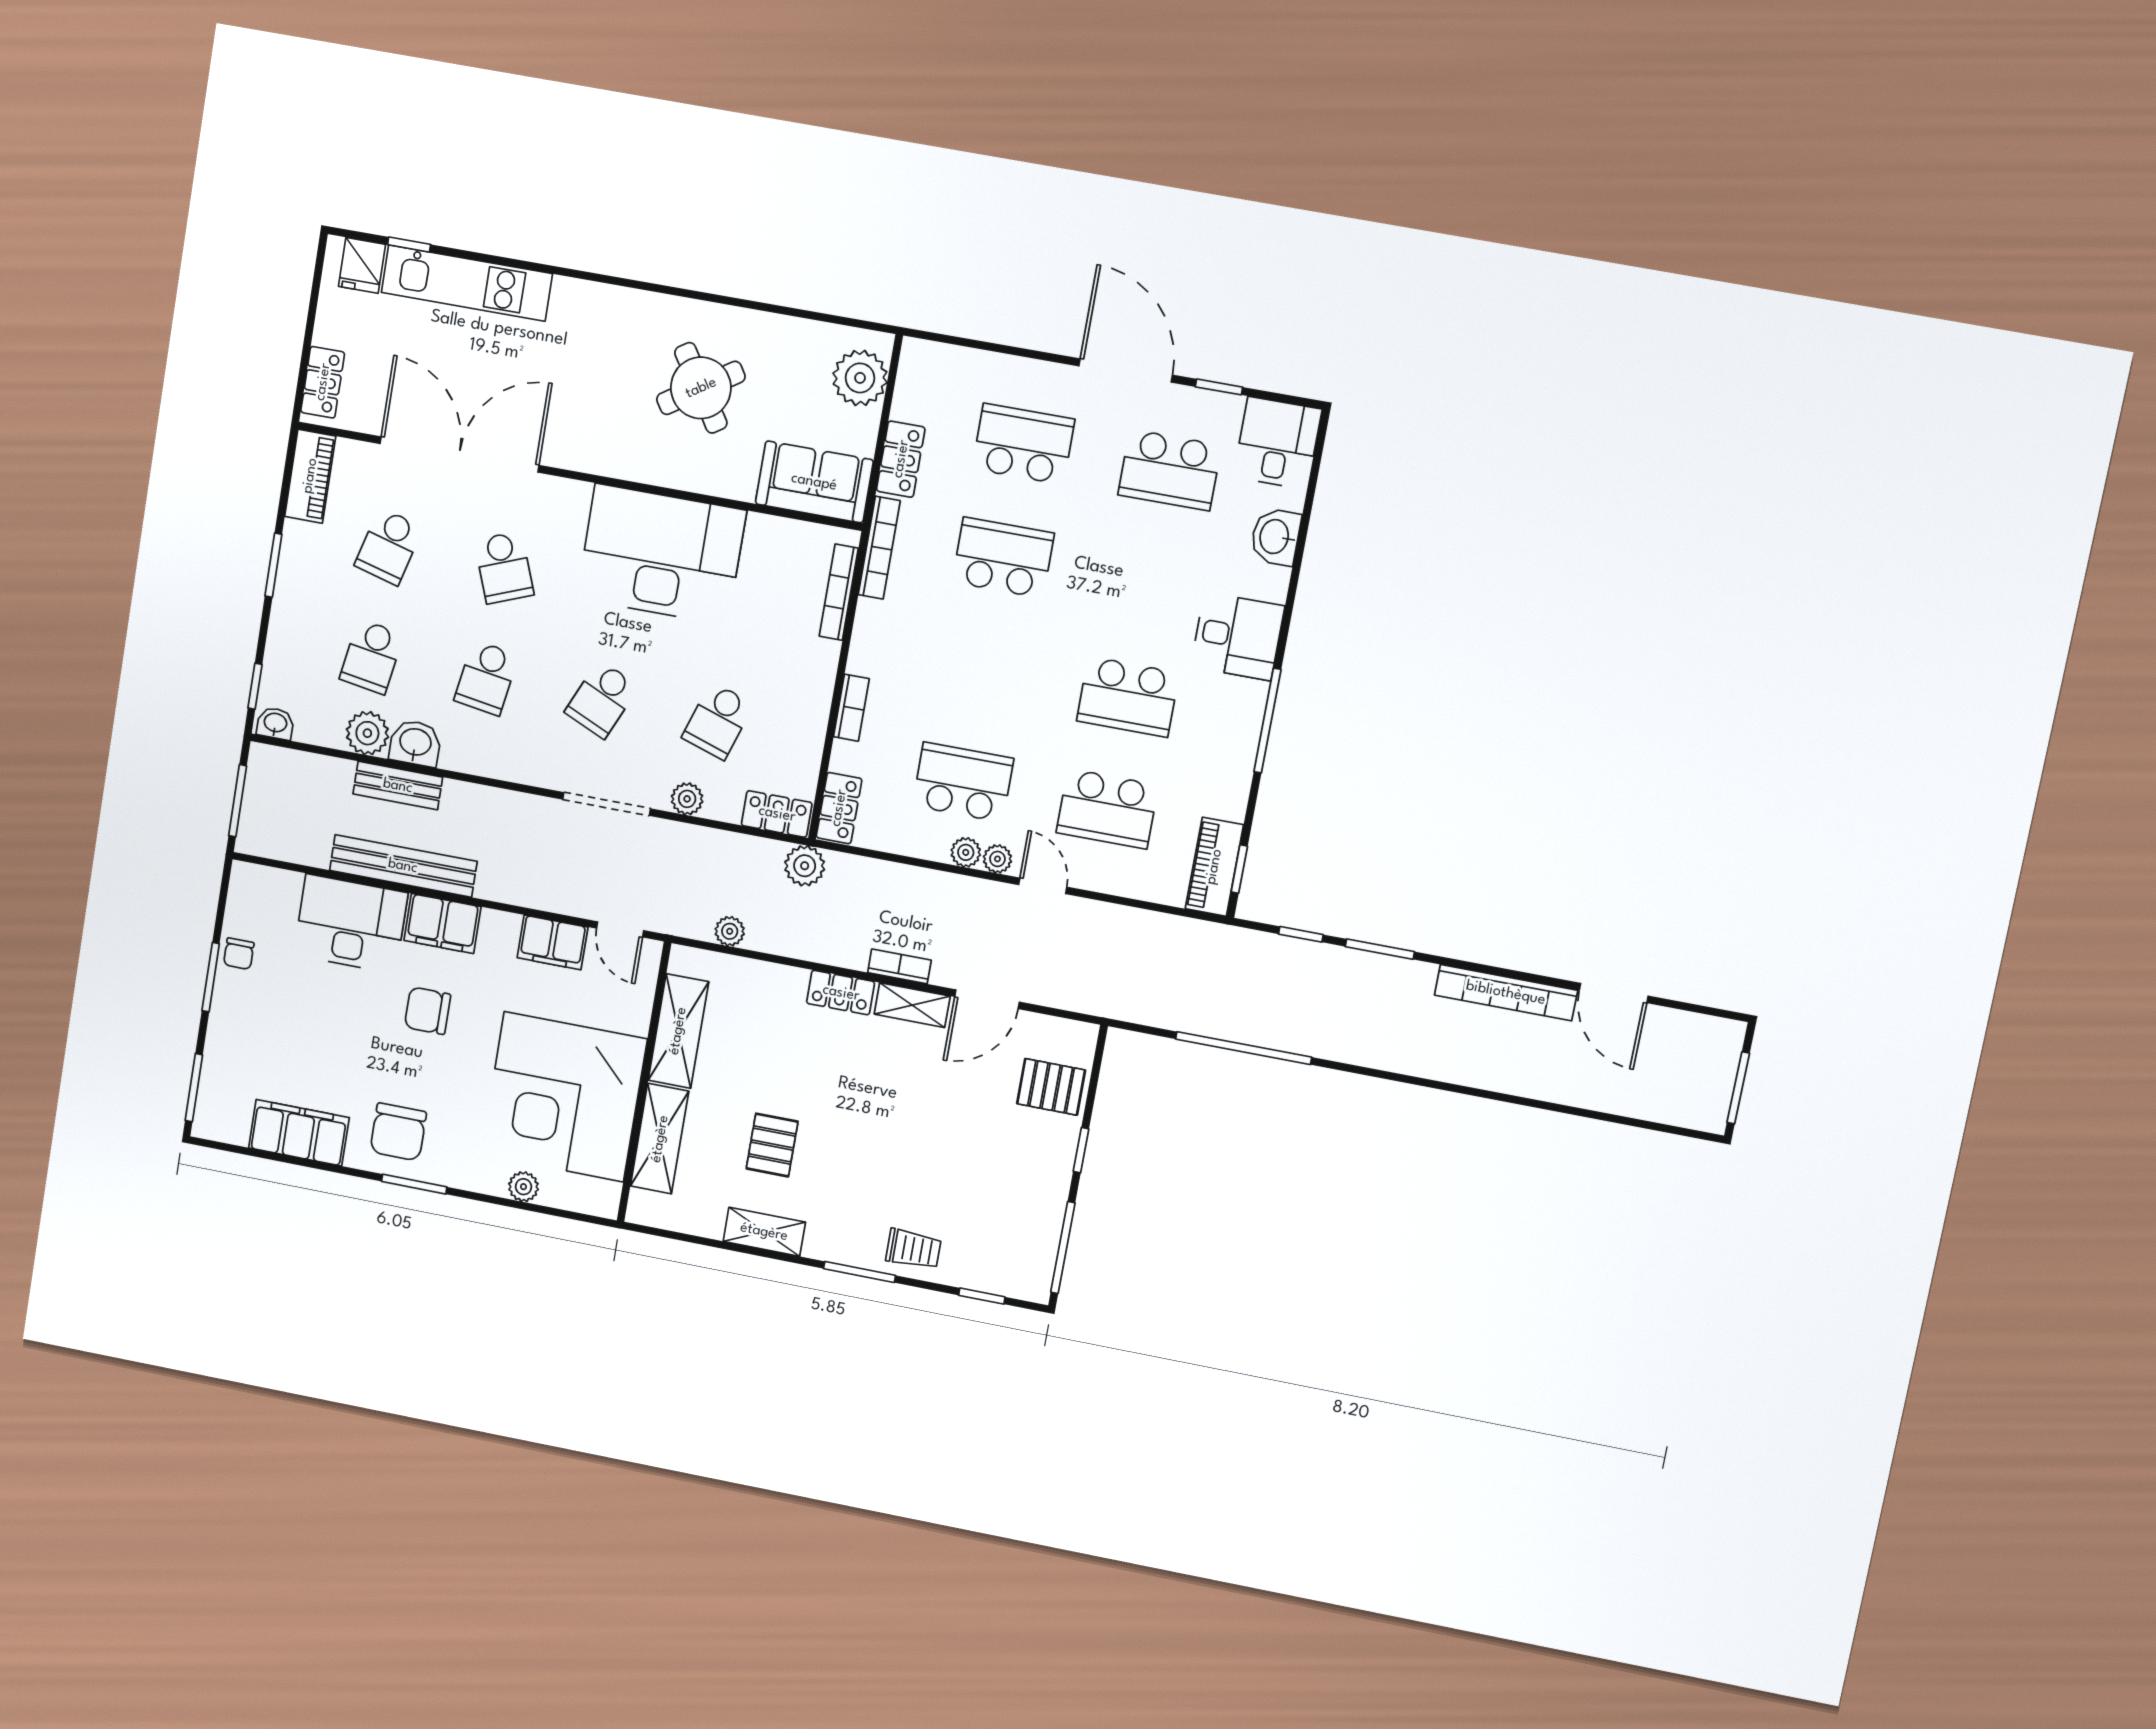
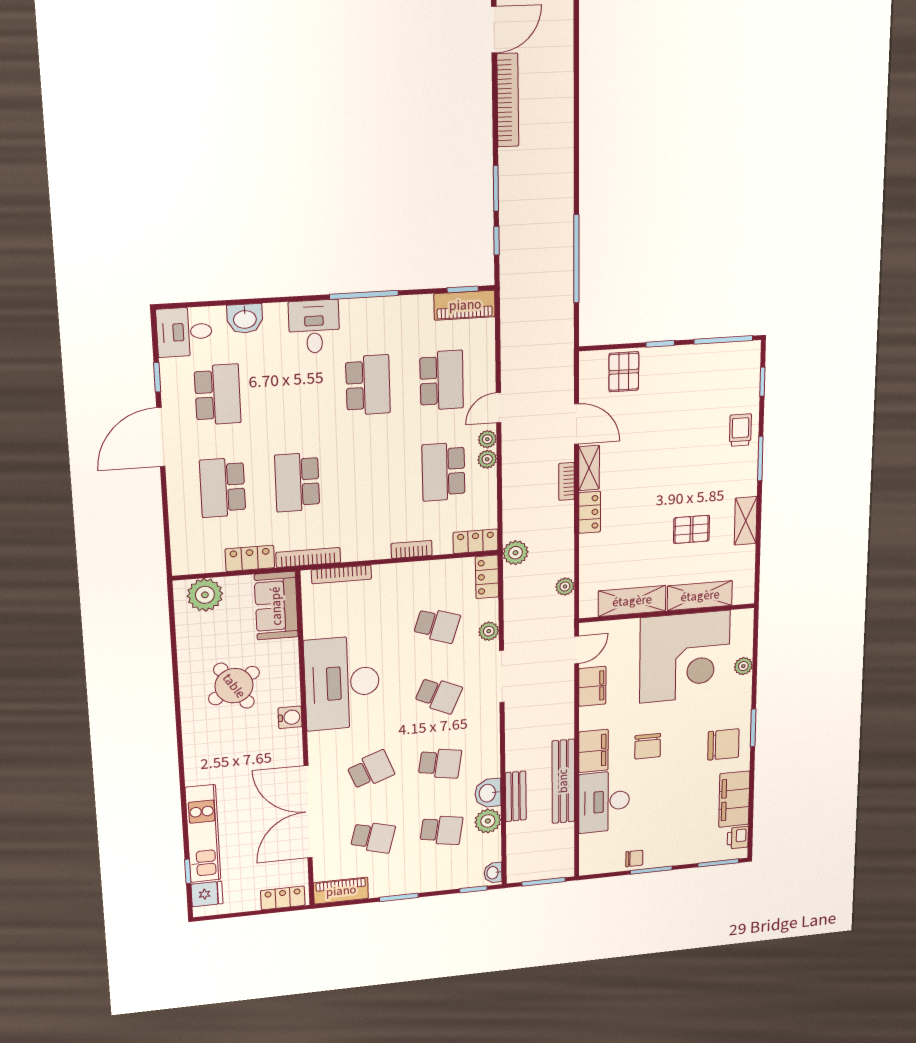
water cooler: (626, 462) -> (290, 717), added
printer: (230, 1127) -> (738, 838), added

